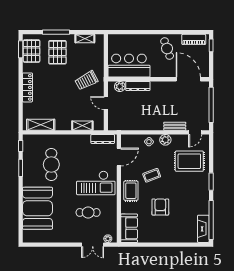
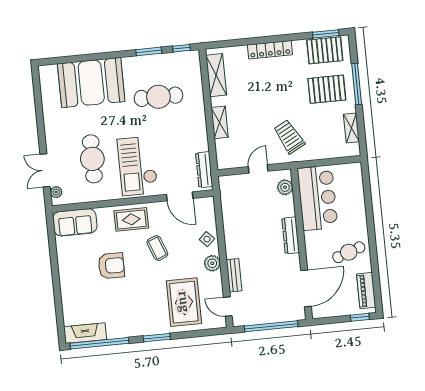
dresser: (138, 86) -> (291, 235), moved
shelving: (82, 126) -> (220, 122), moved
cafe table: (88, 212) -> (92, 159), width x1.37, depth x1.35

